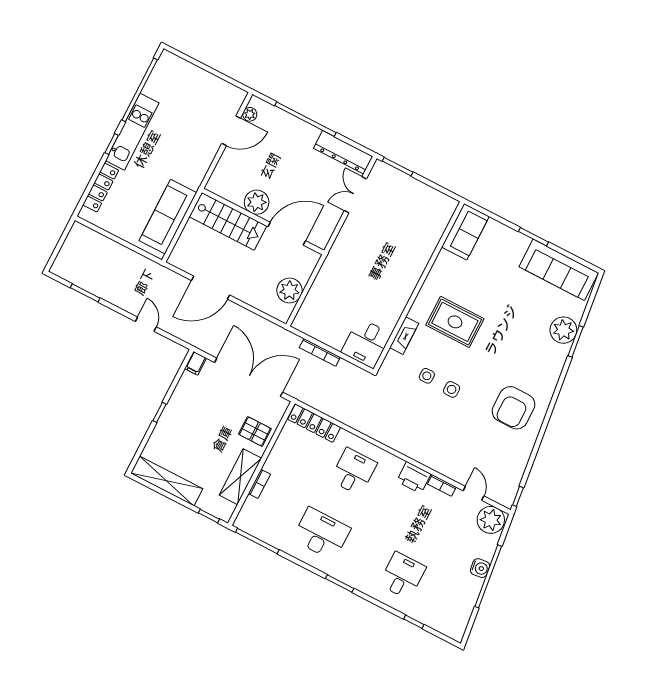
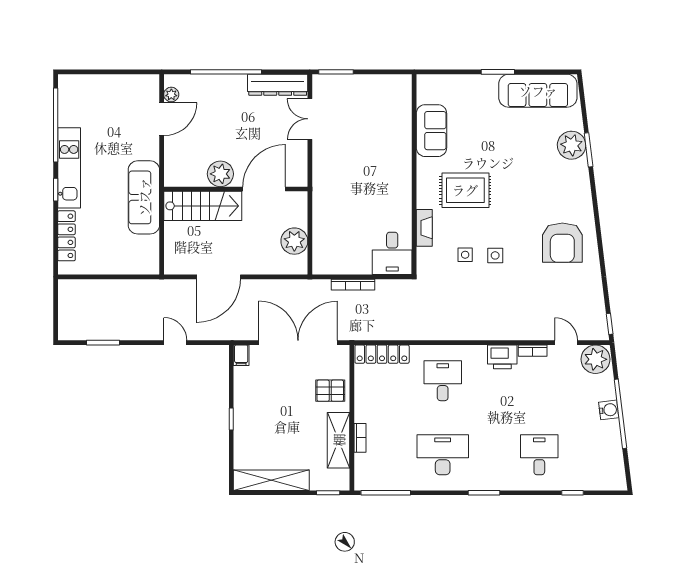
sofa: (168, 217) -> (144, 197), moved
sofa: (465, 232) -> (431, 131), moved

